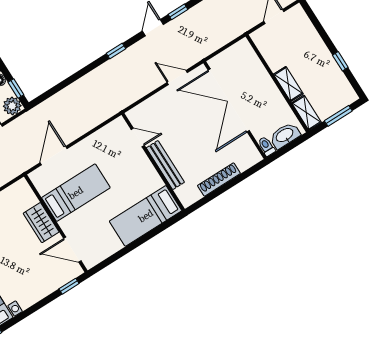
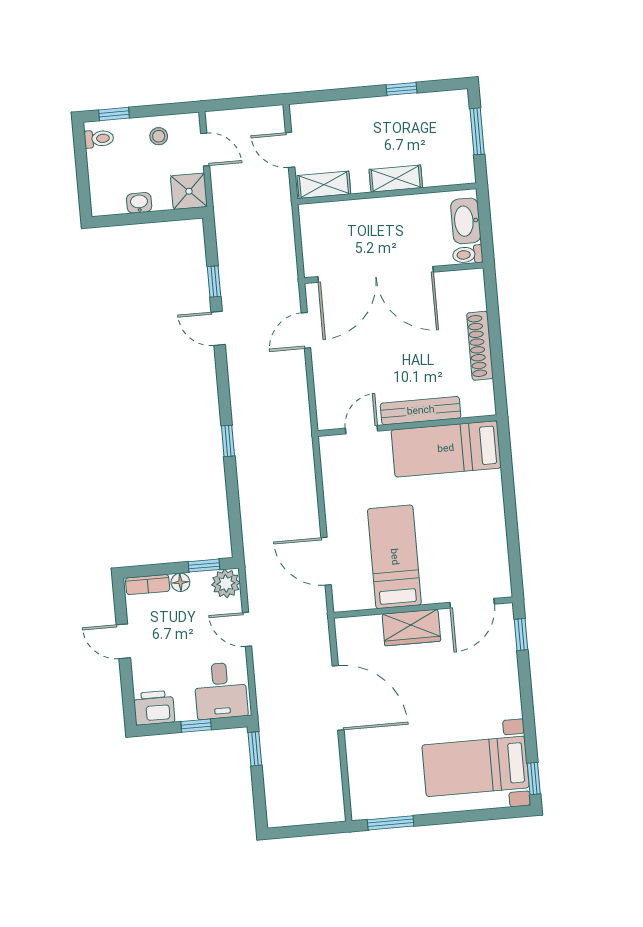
window: (116, 51) -> (228, 441), moved
shelving: (306, 113) -> (324, 185), moved
bed: (146, 216) -> (446, 449), moved, turned 90

